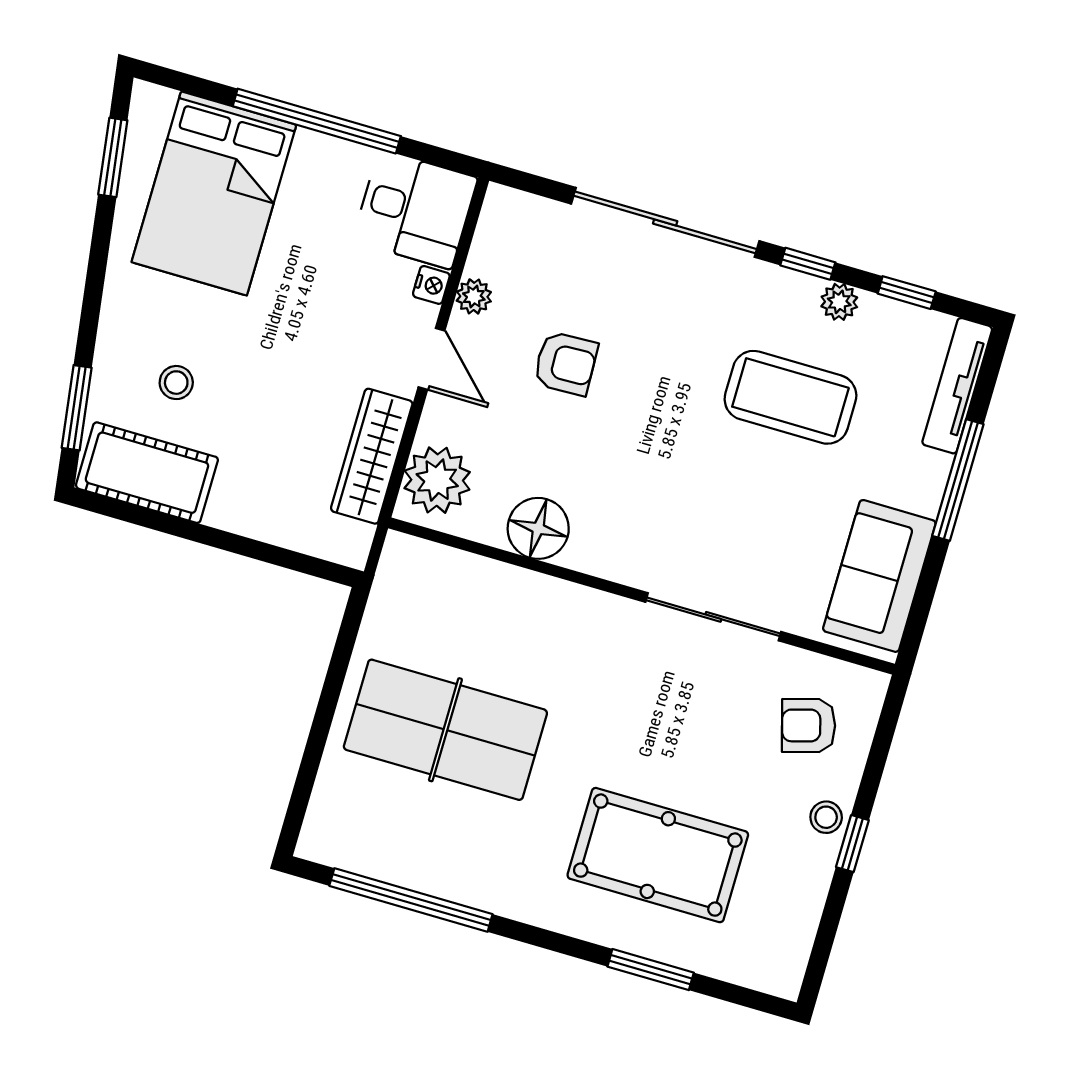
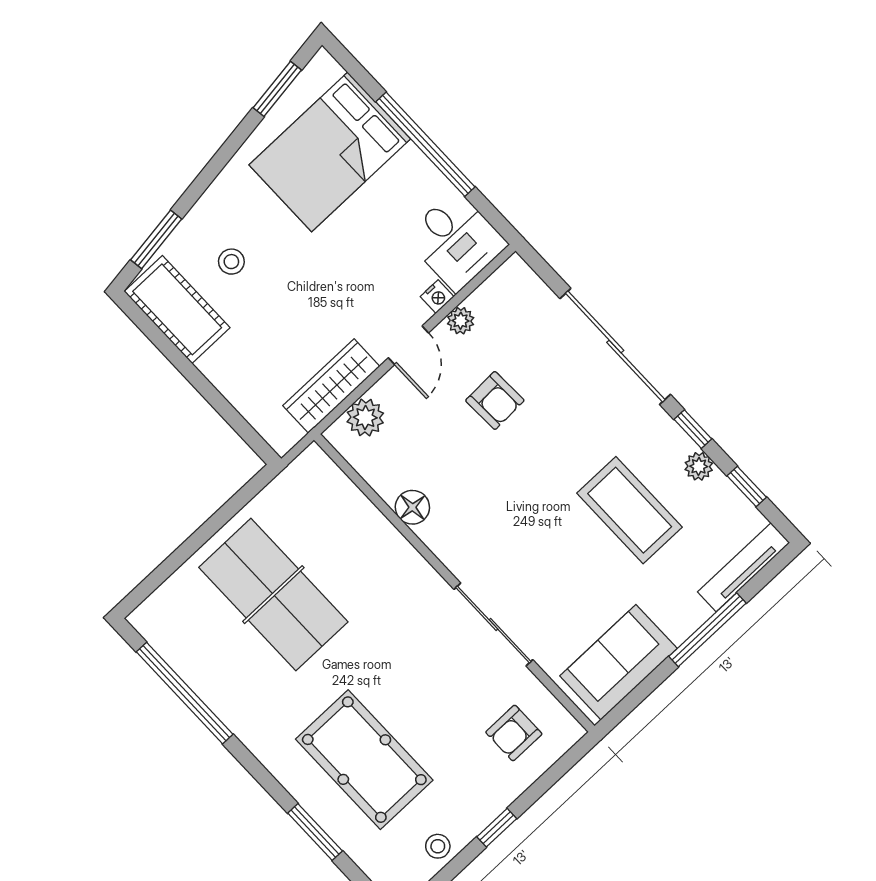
plant: (437, 480) -> (365, 417), width x0.73, depth x0.73
floor lamp: (538, 528) -> (412, 507), width x0.73, depth x0.73
armchair: (809, 725) -> (514, 733), turned -74
stool: (826, 817) -> (438, 846), moved

